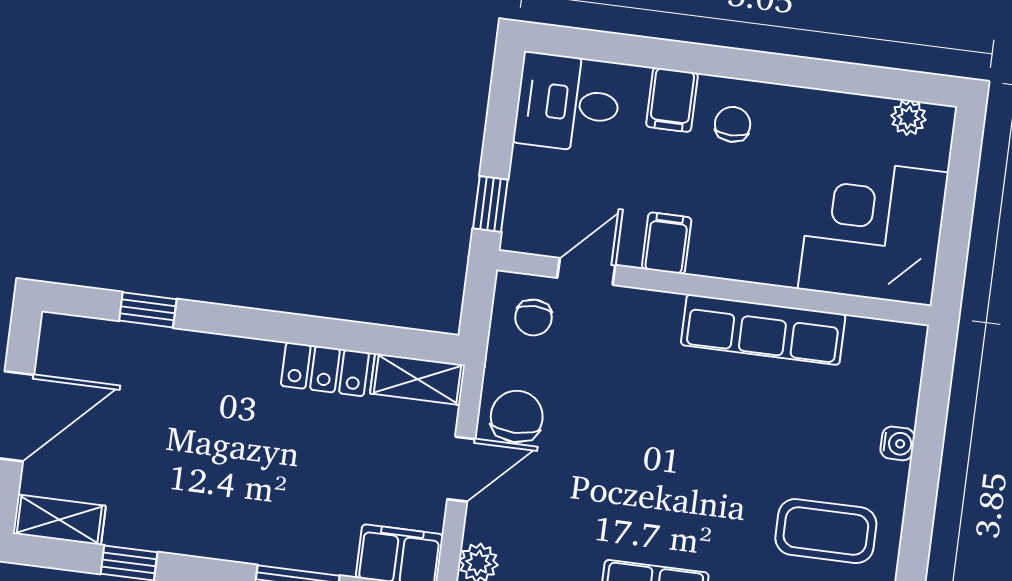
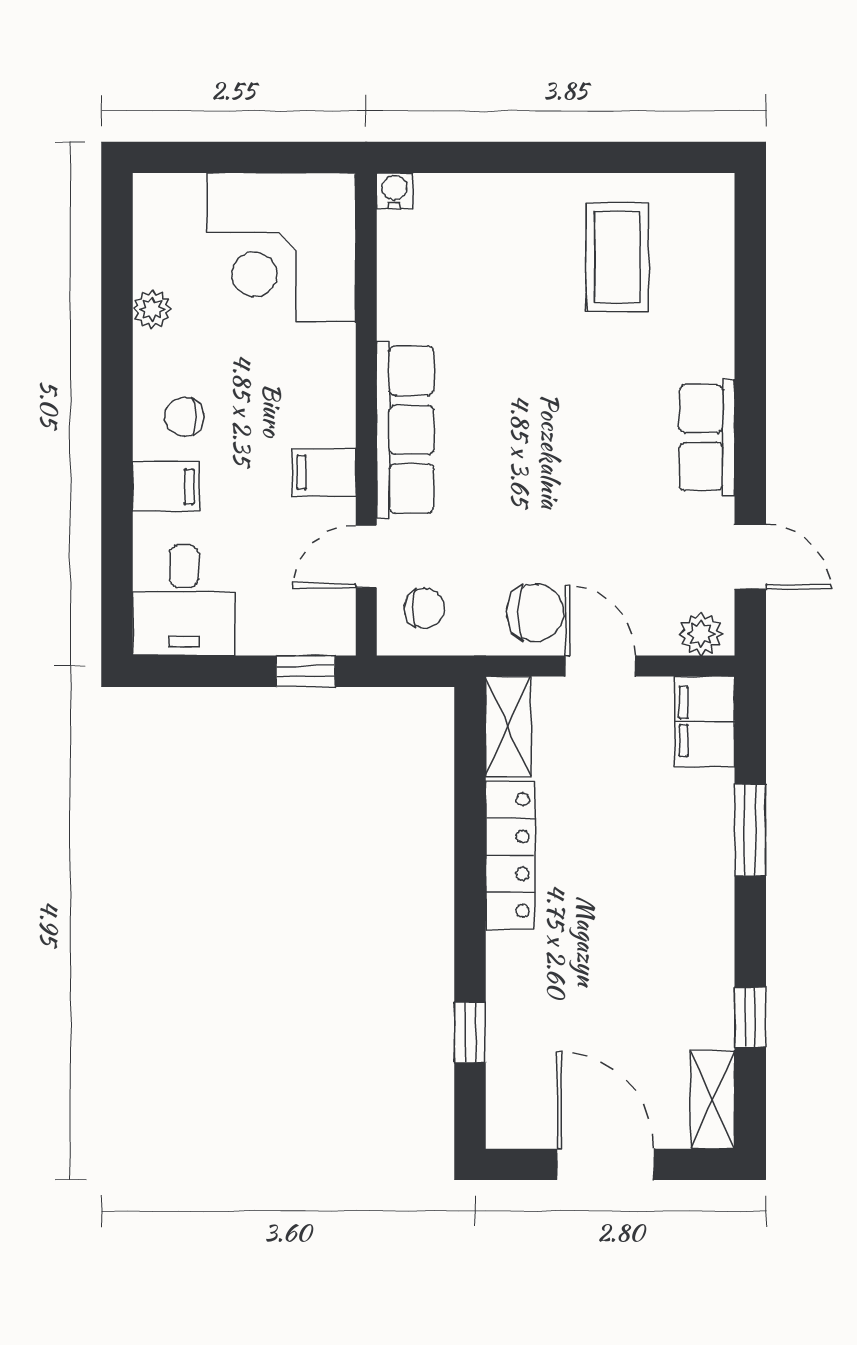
plant: (909, 118) -> (152, 309), moved
door: (586, 271) -> (366, 557), hinge flipped
row of seats: (763, 330) -> (405, 430), moved
locker: (325, 369) -> (510, 855), width x1.53
chair: (517, 417) -> (535, 613), turned 180
water cooler: (898, 443) -> (394, 191), moved

